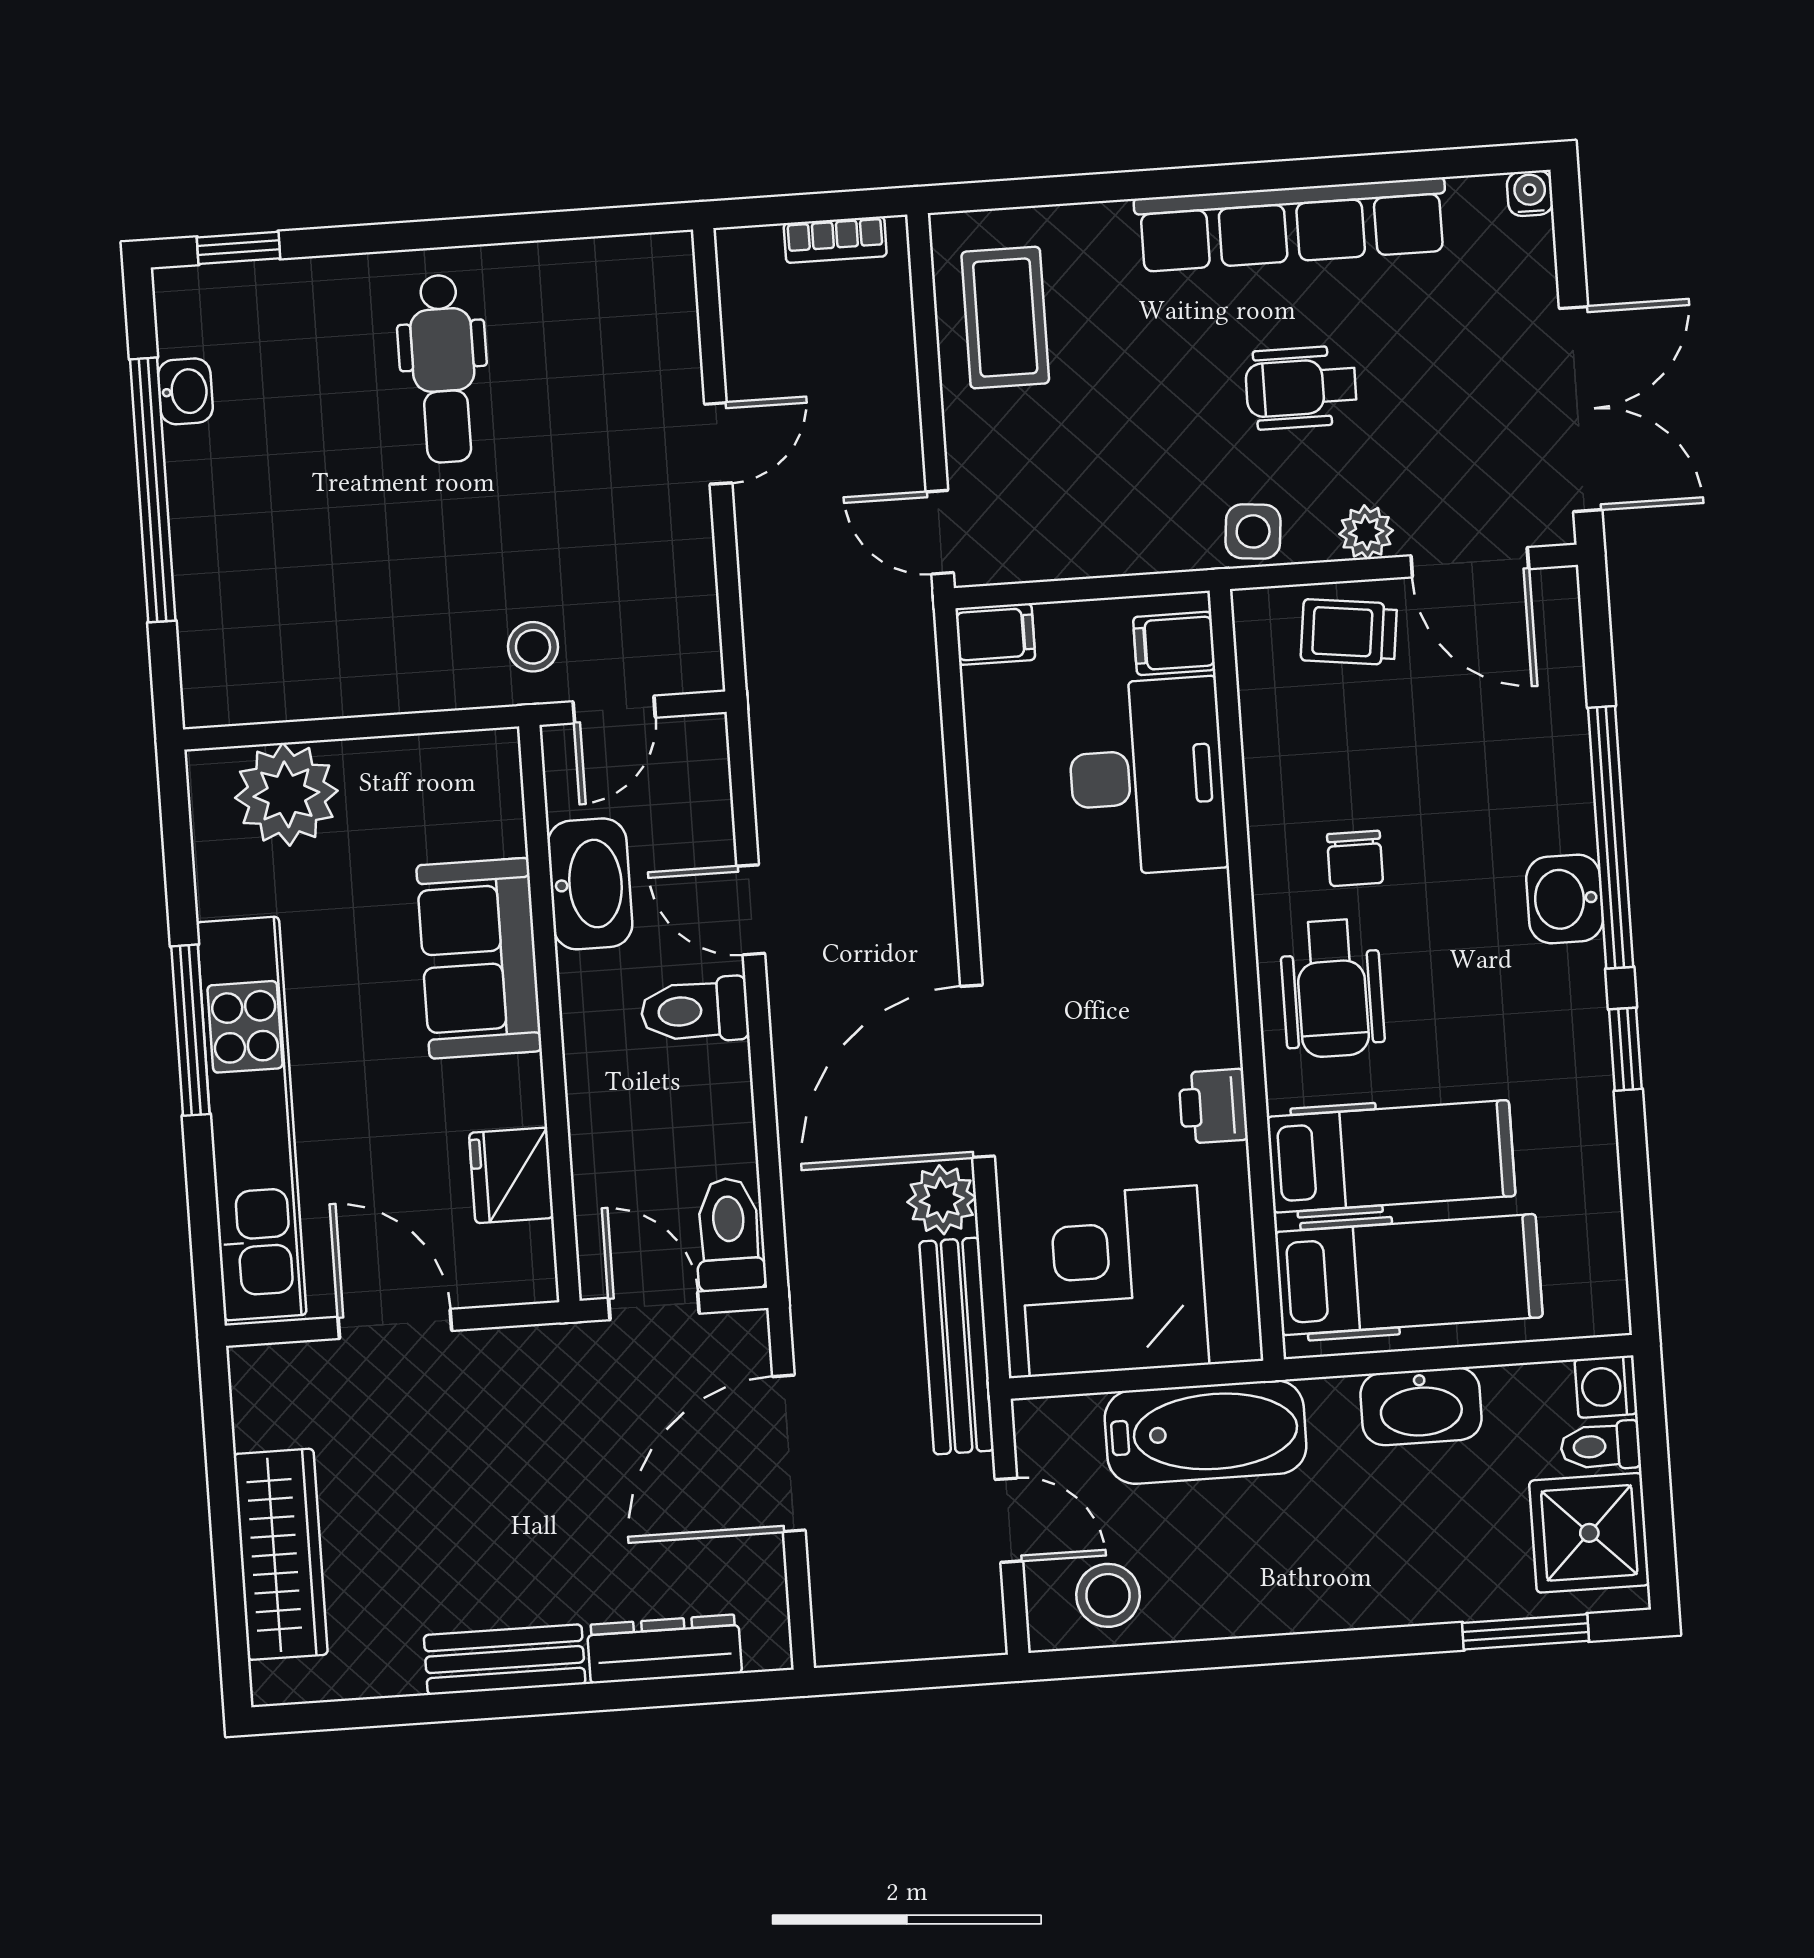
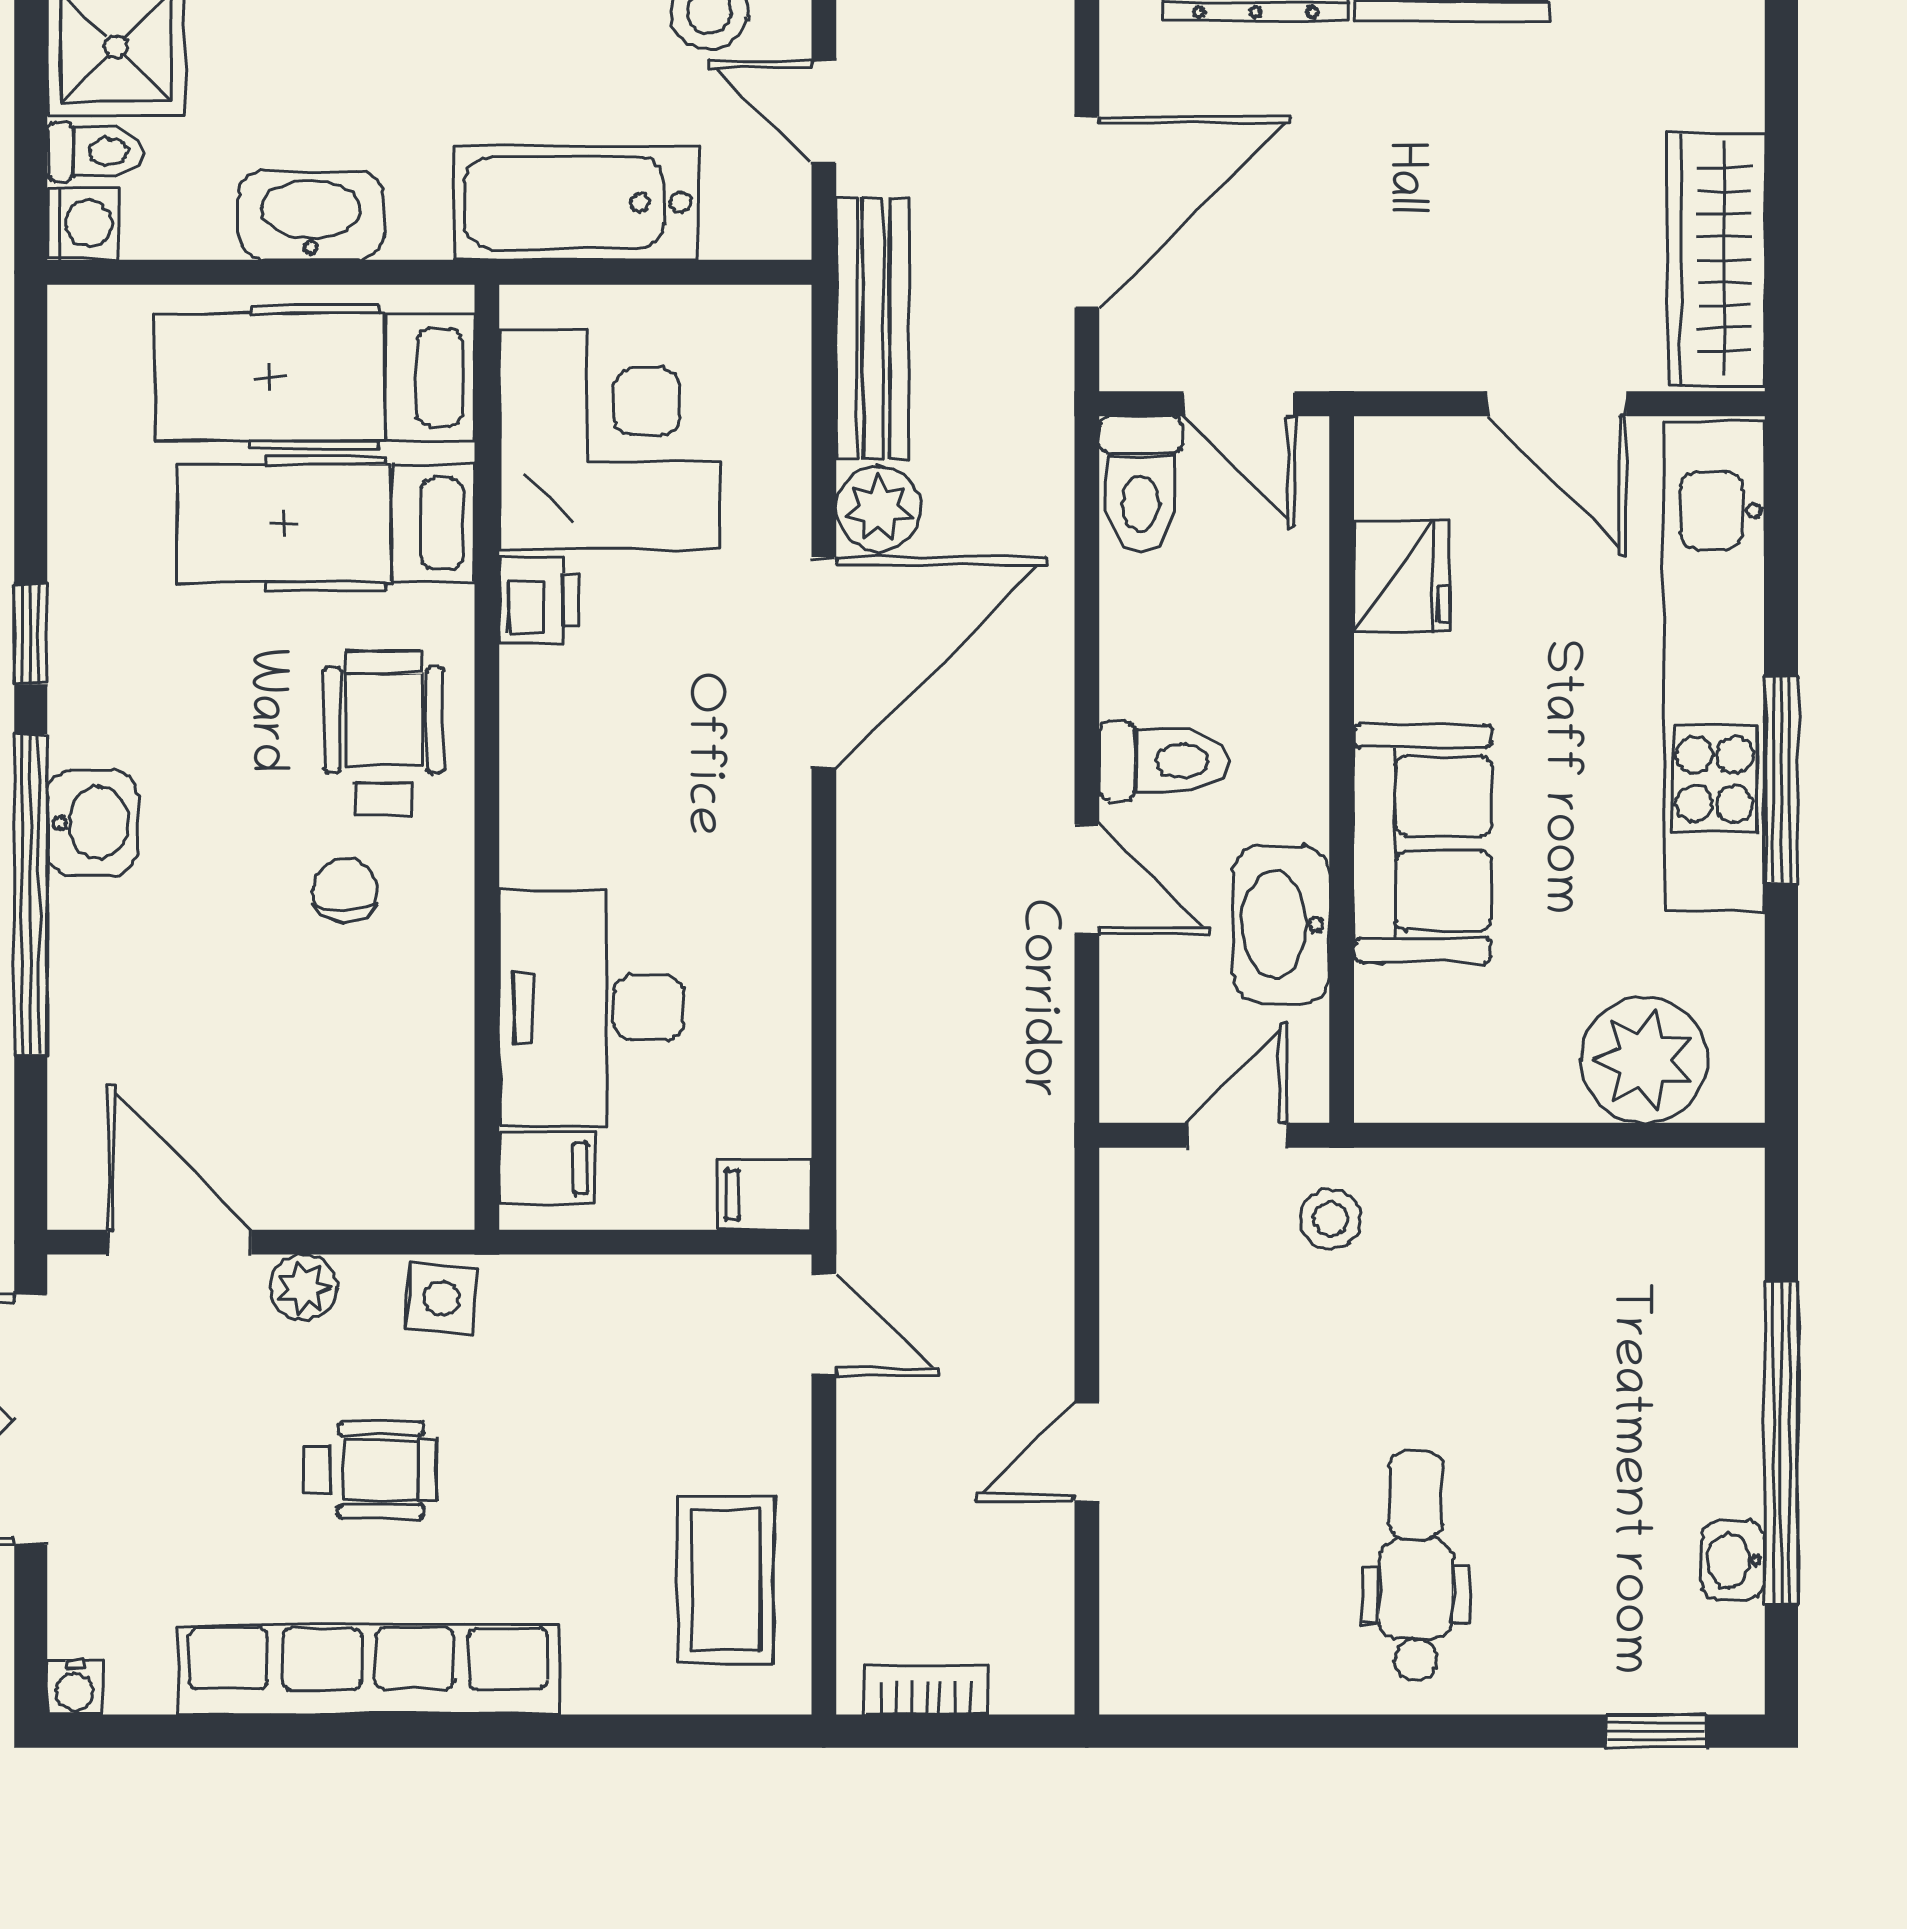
trolley: (1349, 632) -> (333, 1167), removed
corner desk: (1113, 1281) -> (609, 439), moved, turned -90
wardrobe: (281, 1554) -> (1716, 260), moved

